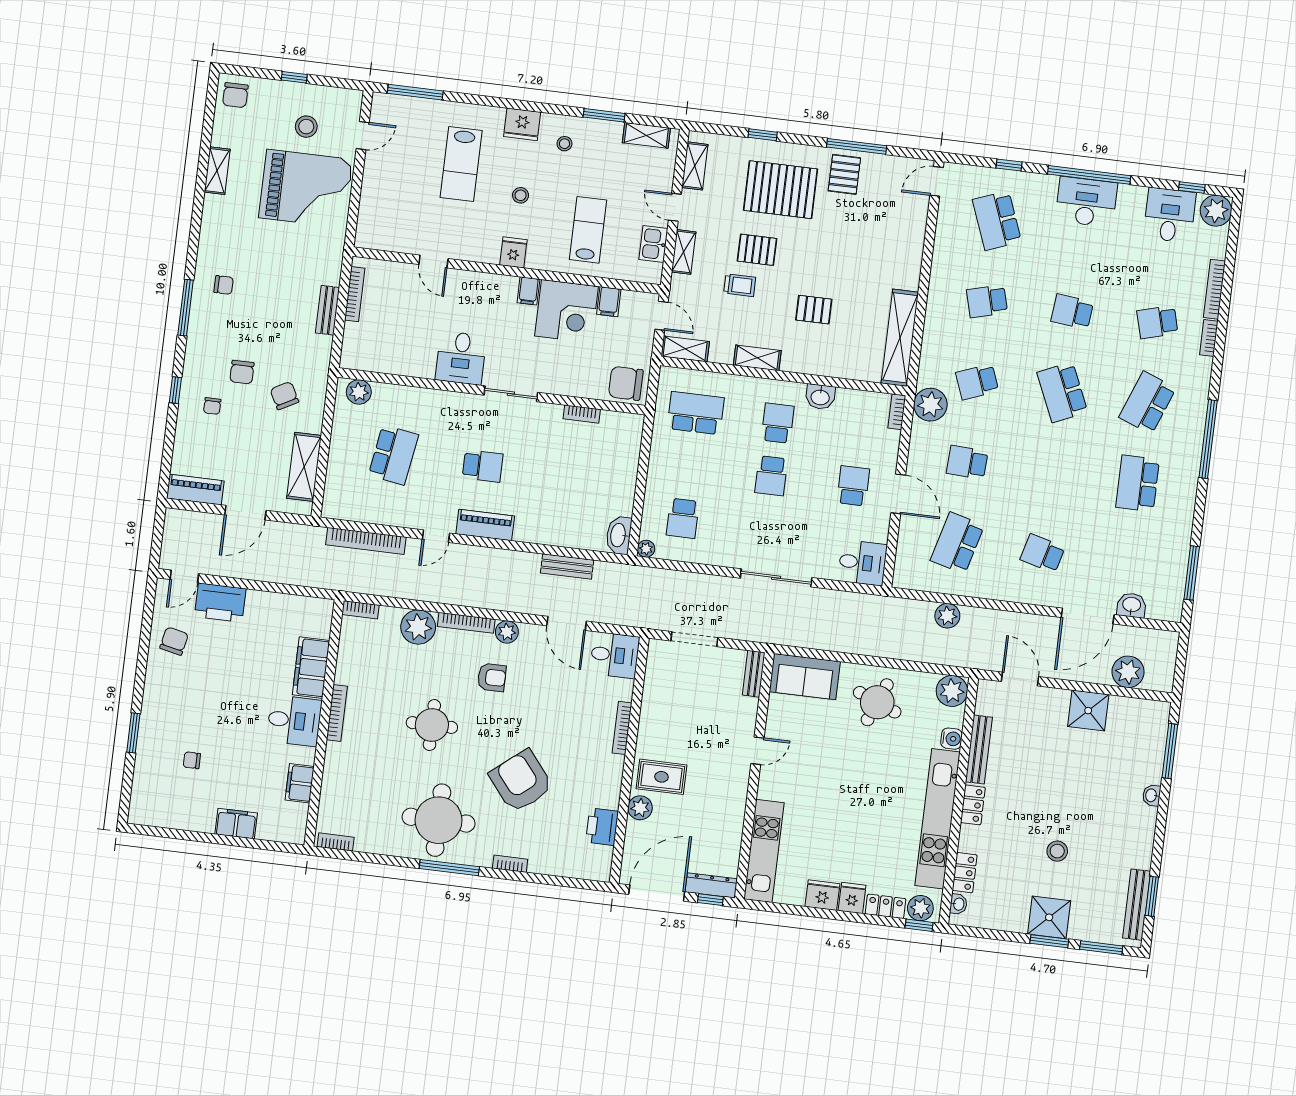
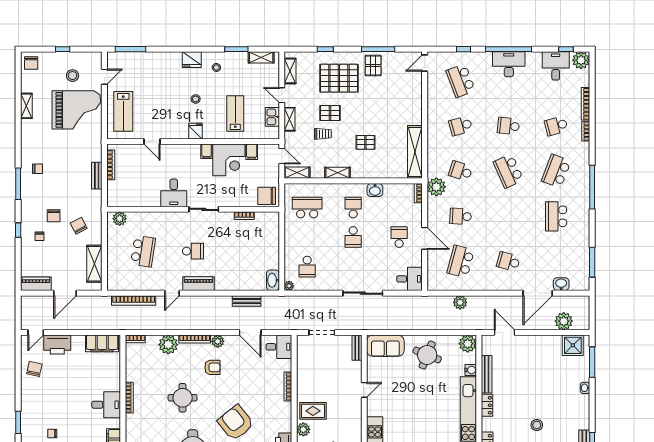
lab bench: (461, 164) -> (123, 111), moved
school desk: (977, 382) -> (461, 171), turned 39
filing cabinet: (311, 668) -> (102, 343), moved, turned -90
shower: (1088, 711) -> (573, 345), moved

